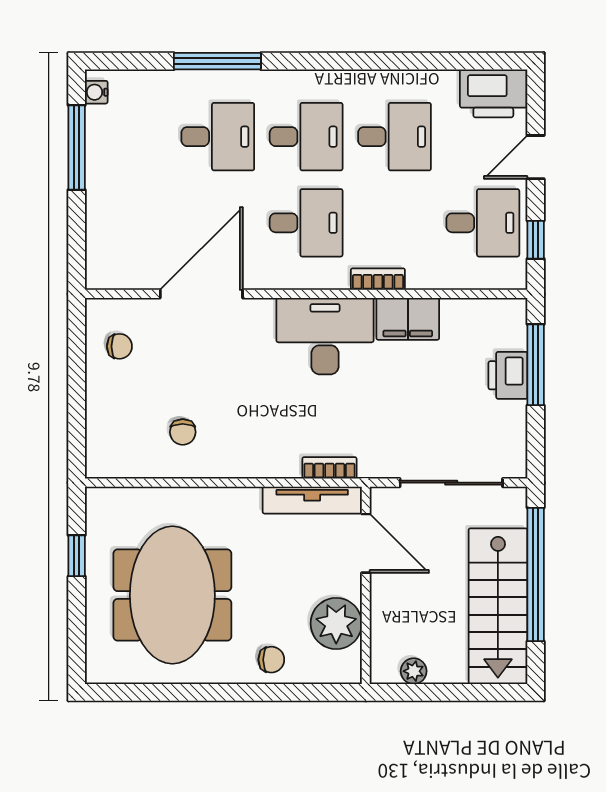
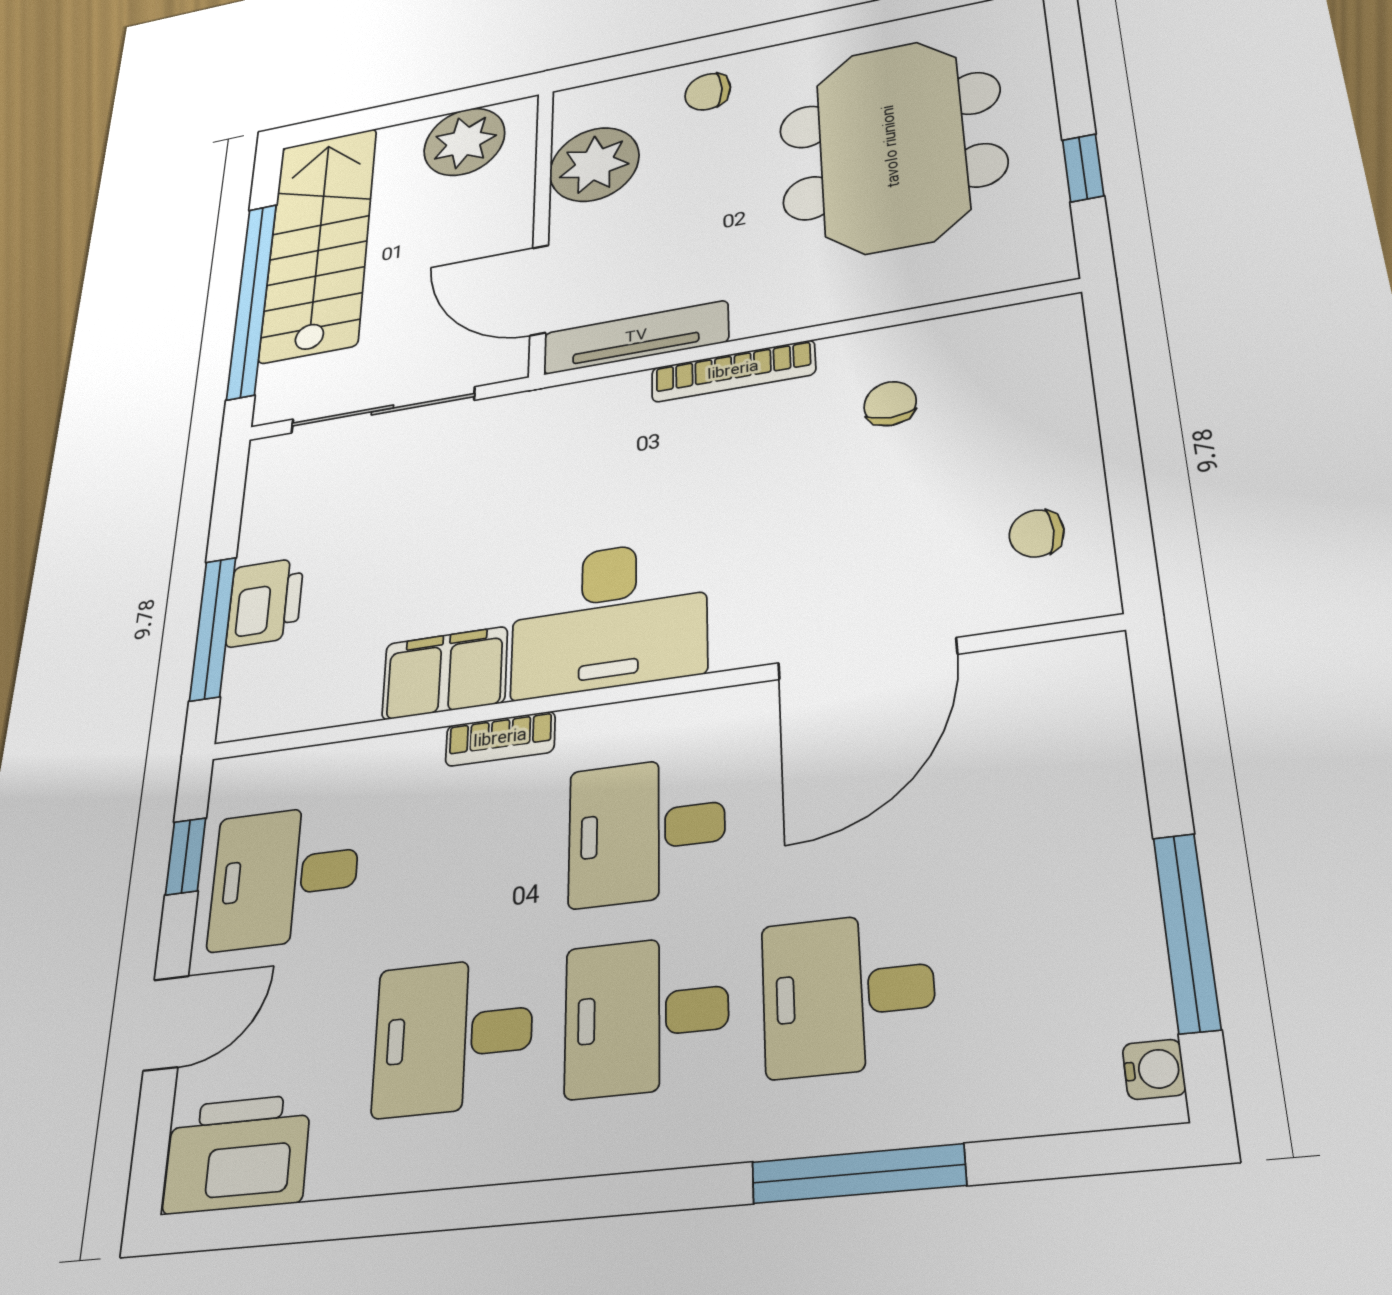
bookcase: (329, 468) -> (733, 371), moved, width x1.56
plant: (414, 671) -> (464, 142), width x1.88, depth x1.88

